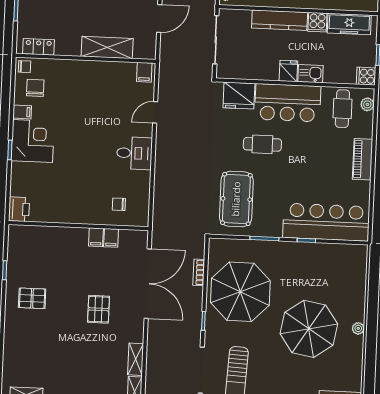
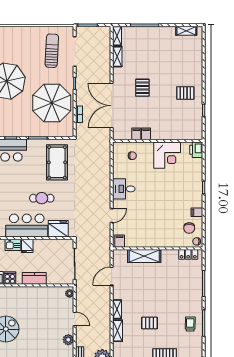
kitchen counter: (280, 20) -> (34, 278), width x0.67
corner desk: (33, 141) -> (167, 155), moved, turned -90

